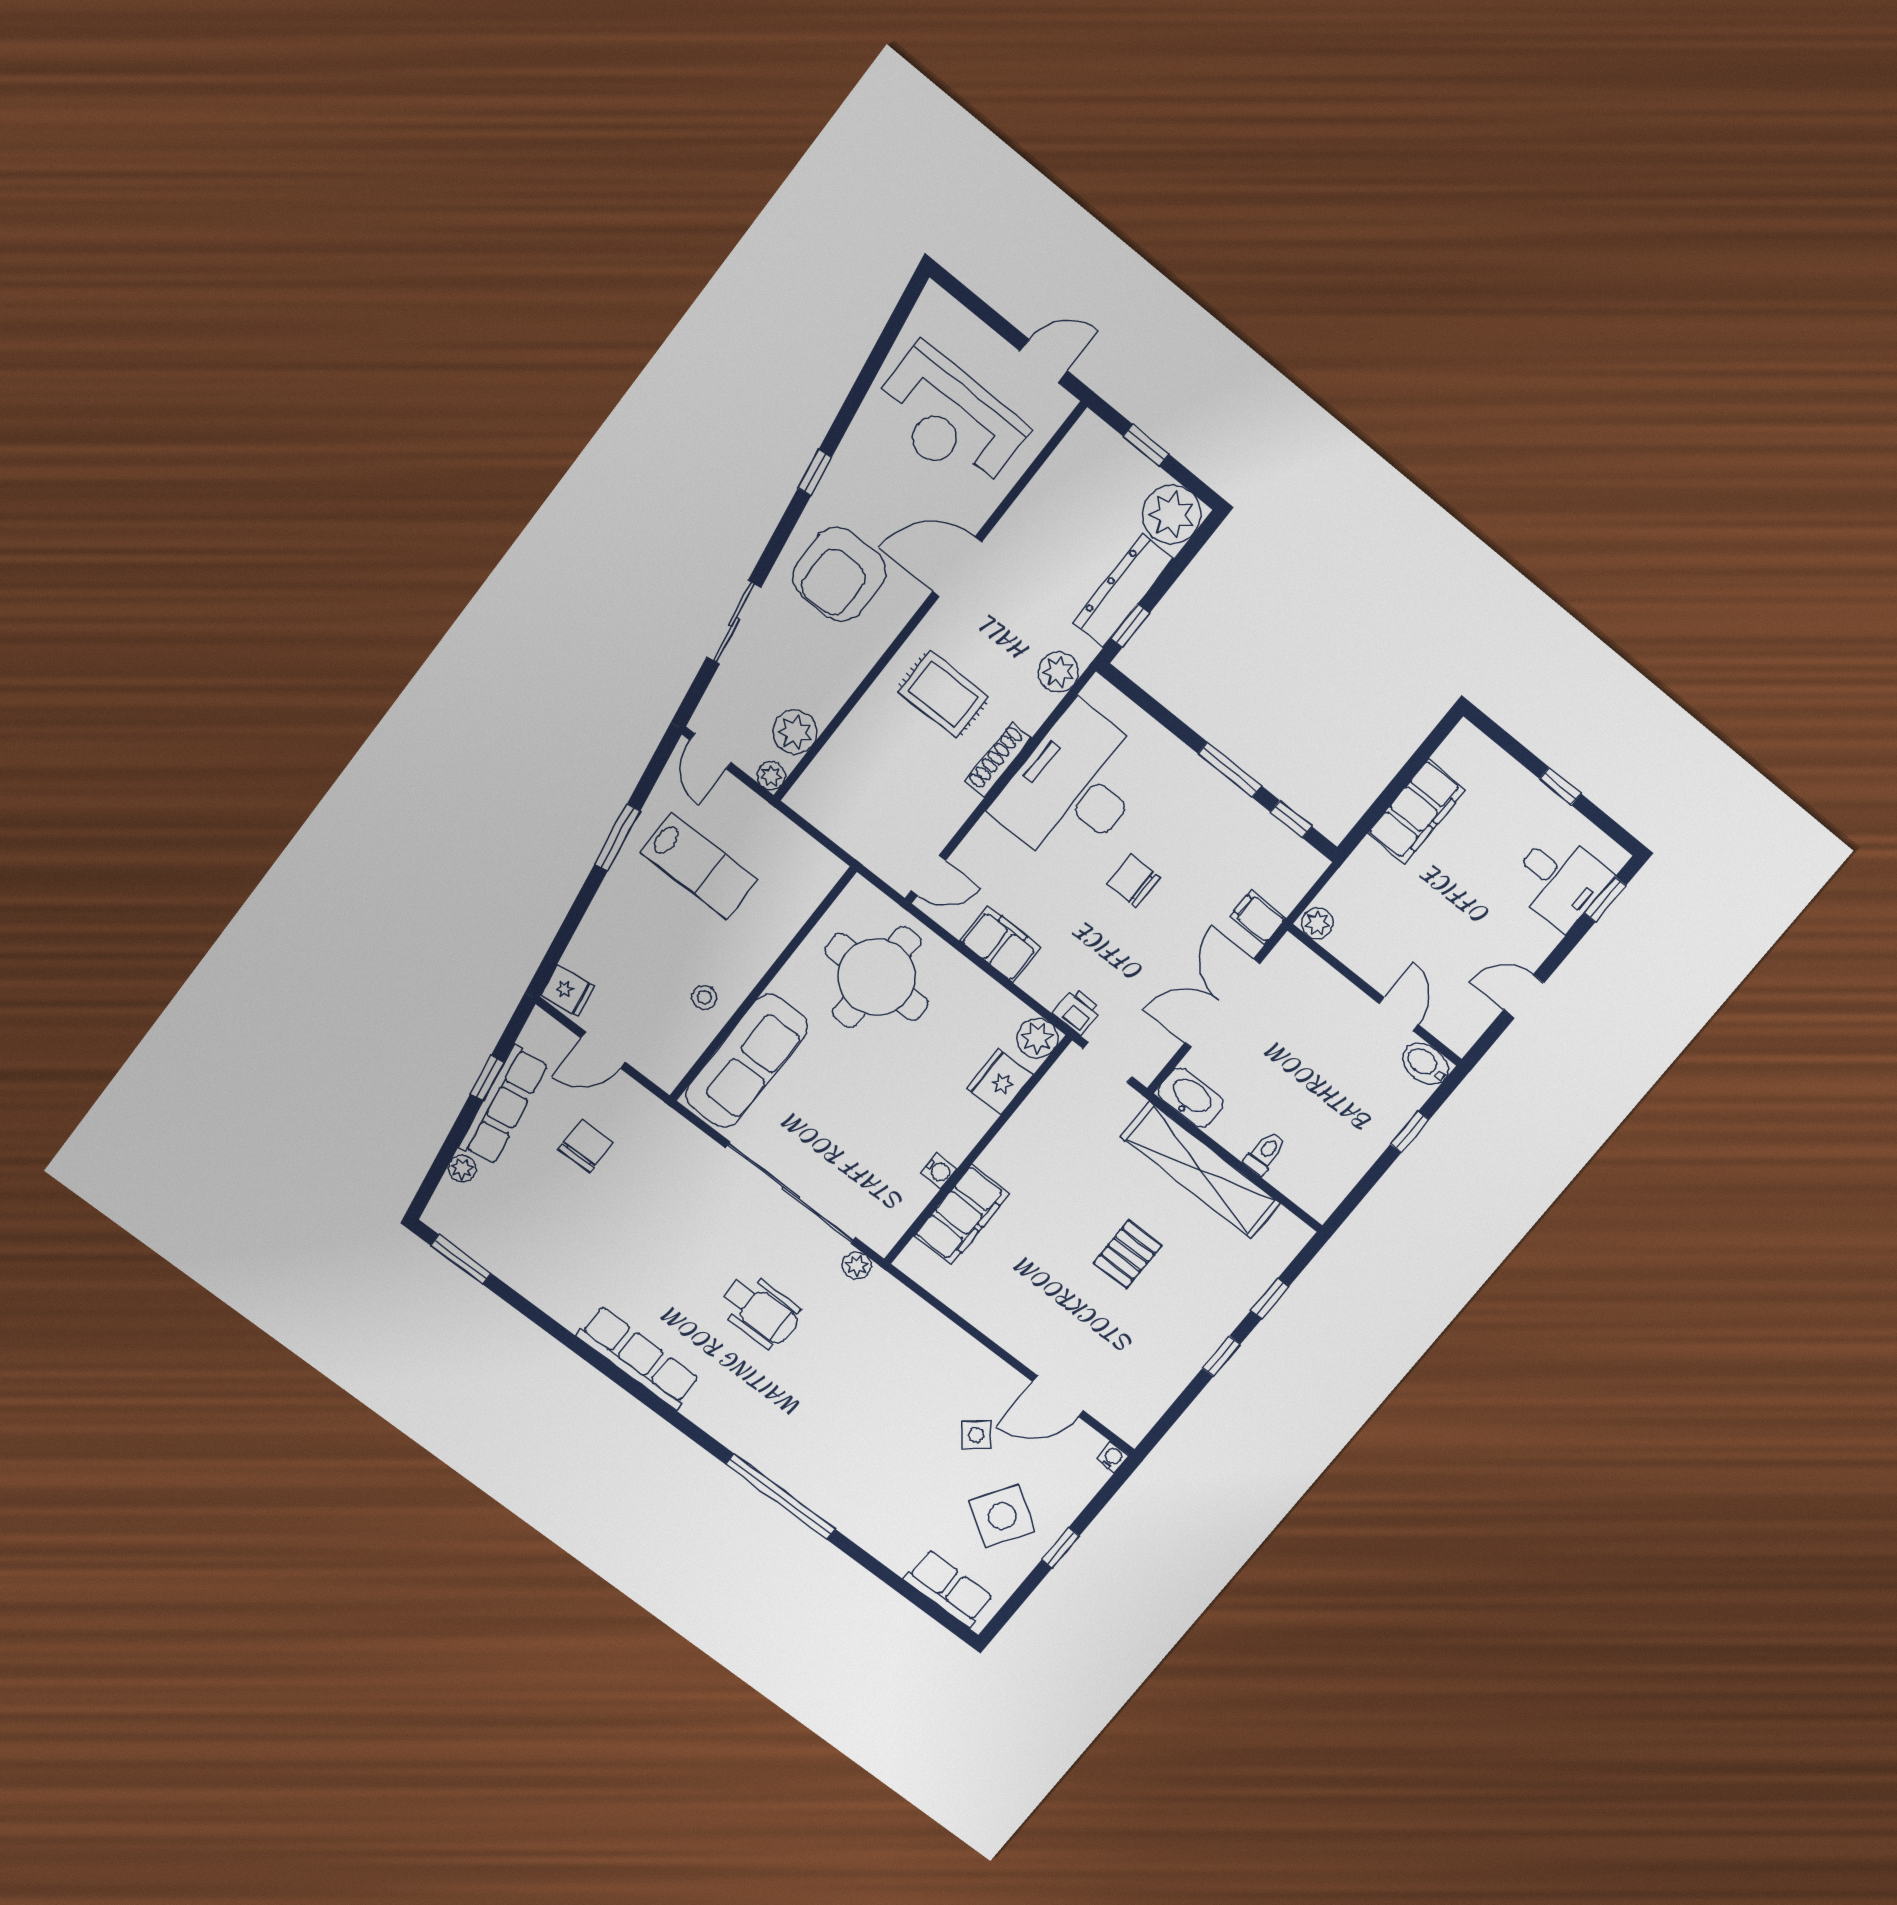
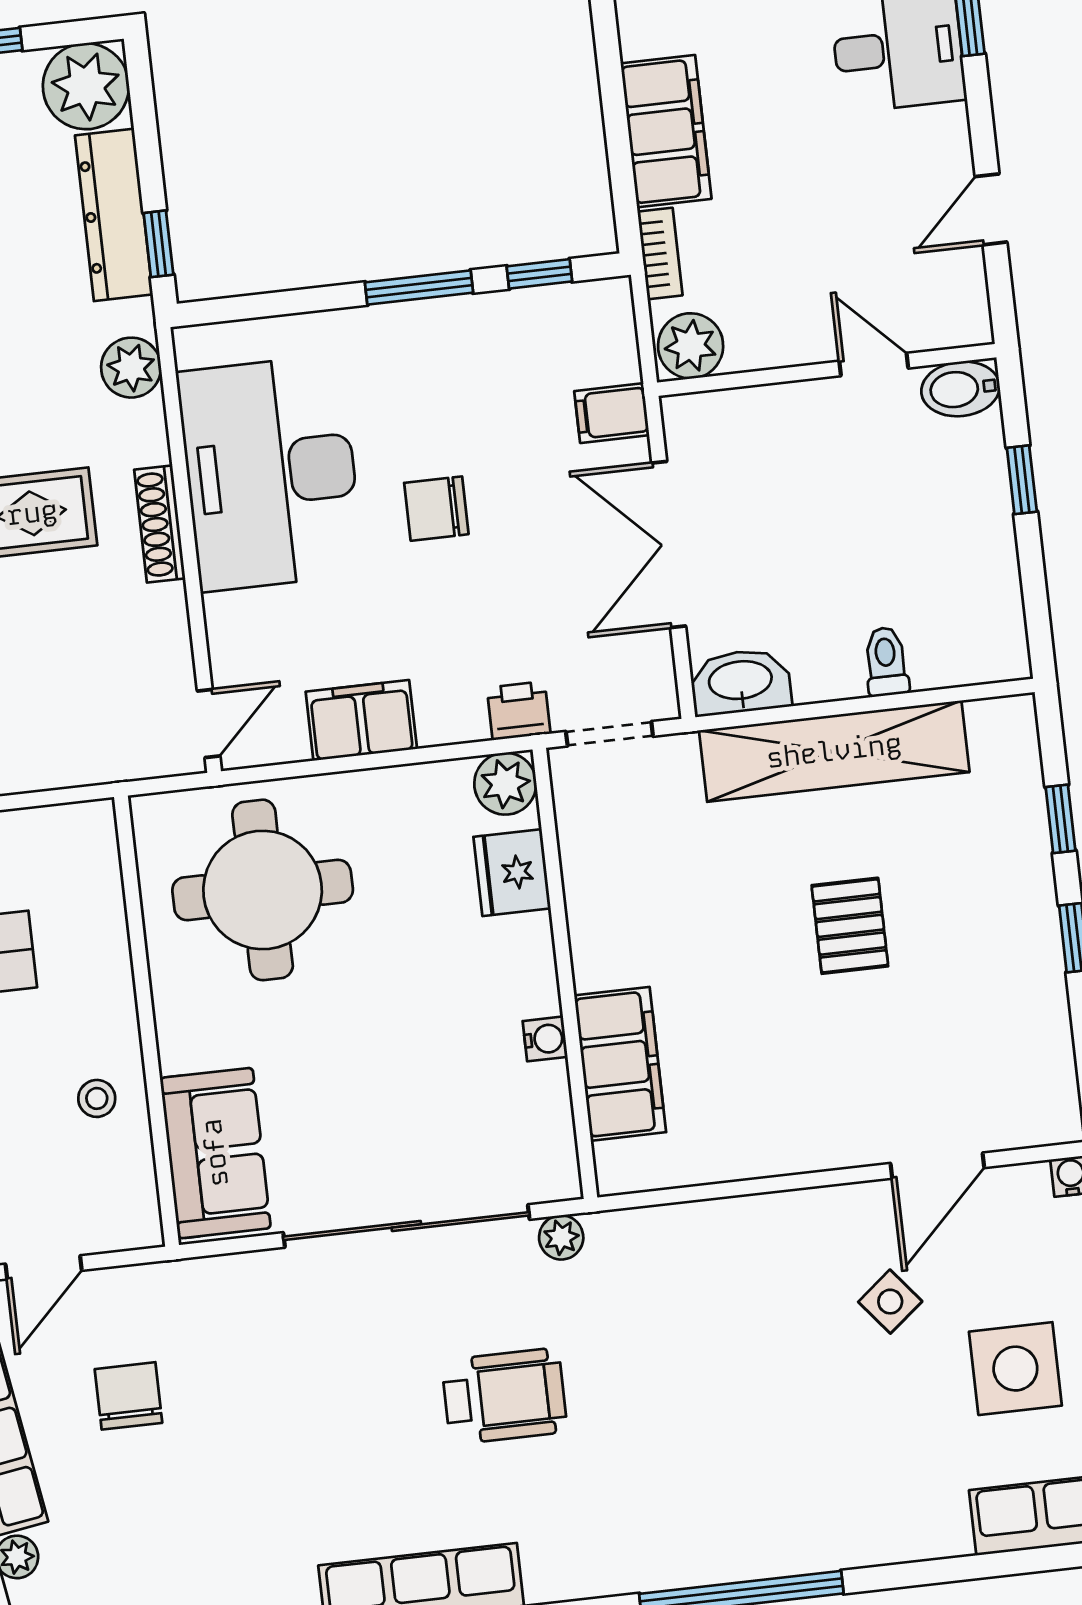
bookcase: (1355, 866) -> (660, 254), added
plant: (1317, 923) -> (691, 346), width x1.38, depth x1.38
sofa: (747, 1061) -> (215, 1153), width x0.73
side table: (1002, 1516) -> (1015, 1369), turned -33

